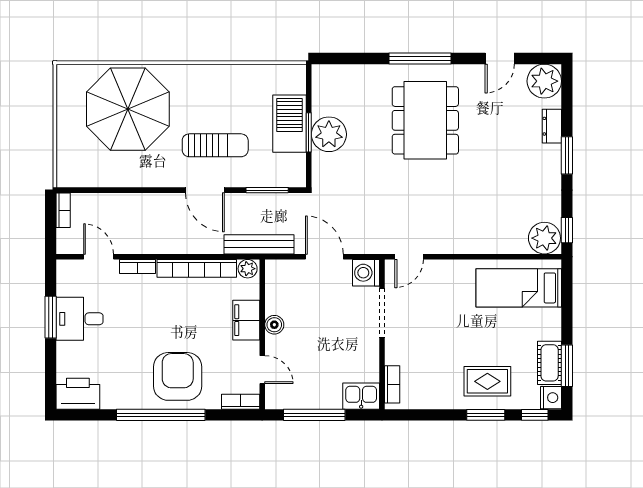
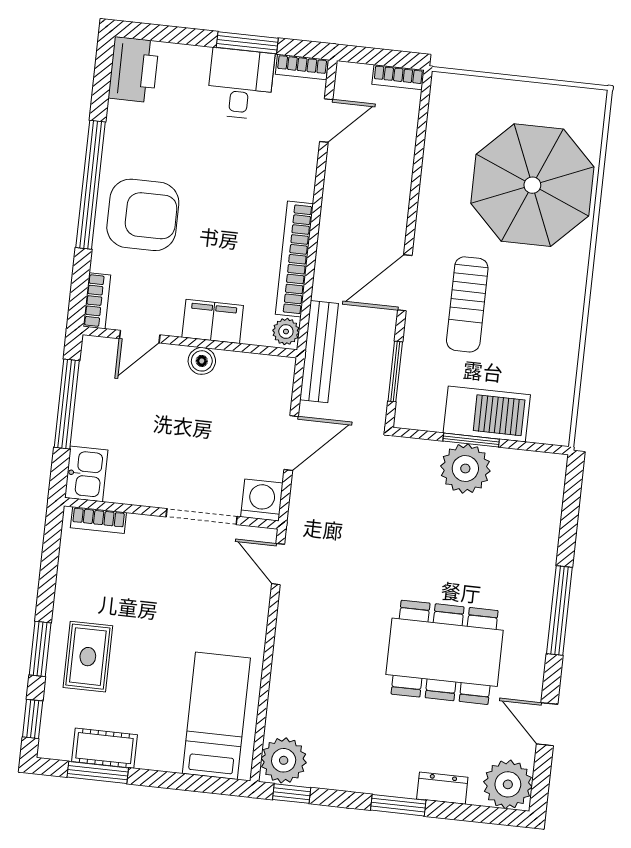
dining table: (425, 120) -> (445, 652), moved
bookcase: (137, 266) -> (302, 67), moved, turned -90
nightstand: (551, 398) -> (55, 745), removed

